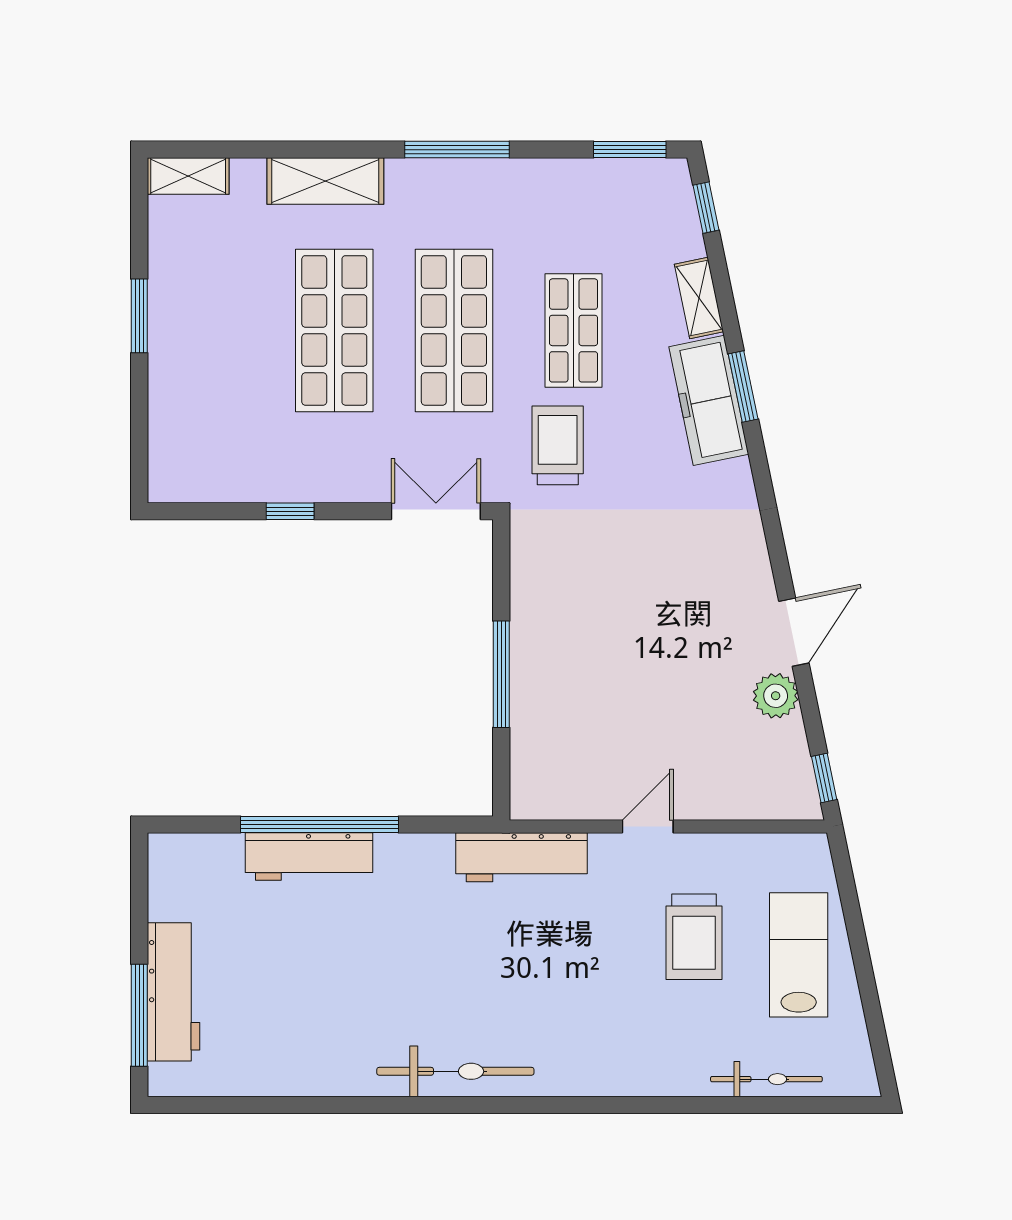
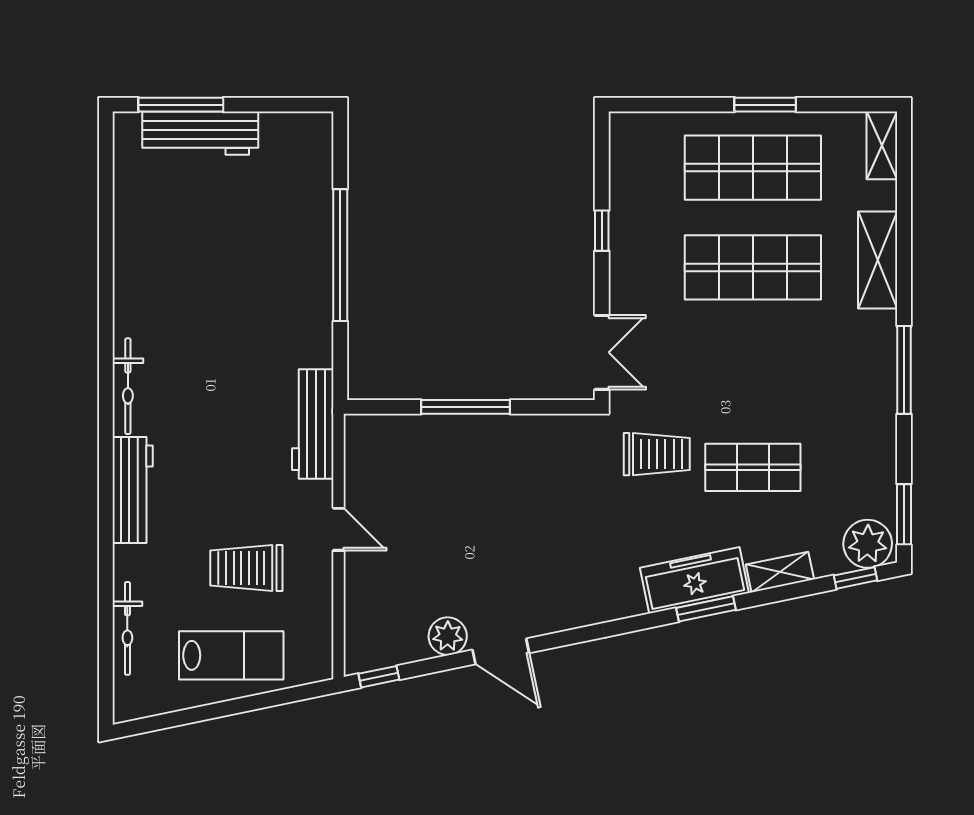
plant: (665, 193) -> (868, 544), added
shop shelf: (454, 330) -> (753, 168), moved
workbench: (309, 856) -> (133, 490), moved, turned 180
bicycle: (455, 1071) -> (128, 386), width x0.73, depth x0.71

